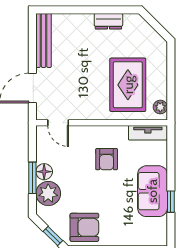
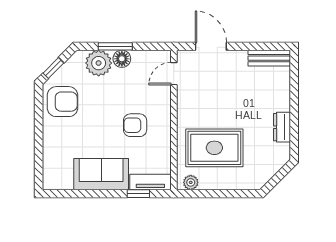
bench: (44, 40) -> (269, 58), width x0.73
tv unit: (148, 133) -> (150, 182), moved, turned 90
window: (171, 202) -> (138, 194), moved
armchair: (84, 227) -> (63, 102), turned -90

